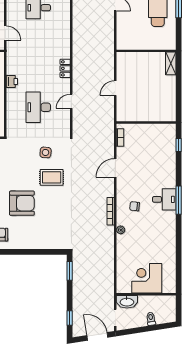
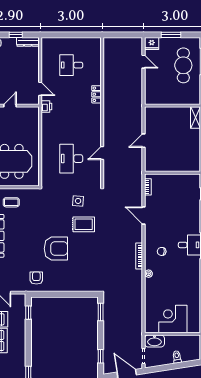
locker: (65, 68) -> (96, 94), moved
printer: (12, 82) -> (46, 106), moved
door: (115, 168) -> (144, 215), hinge flipped

